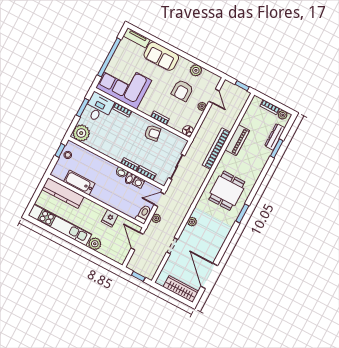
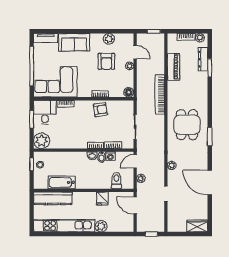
piano: (237, 140) -> (174, 67), moved
toilet: (144, 214) -> (116, 180), moved
door: (209, 276) -> (210, 183), moved
wardrobe: (181, 289) -> (197, 226), width x0.67

